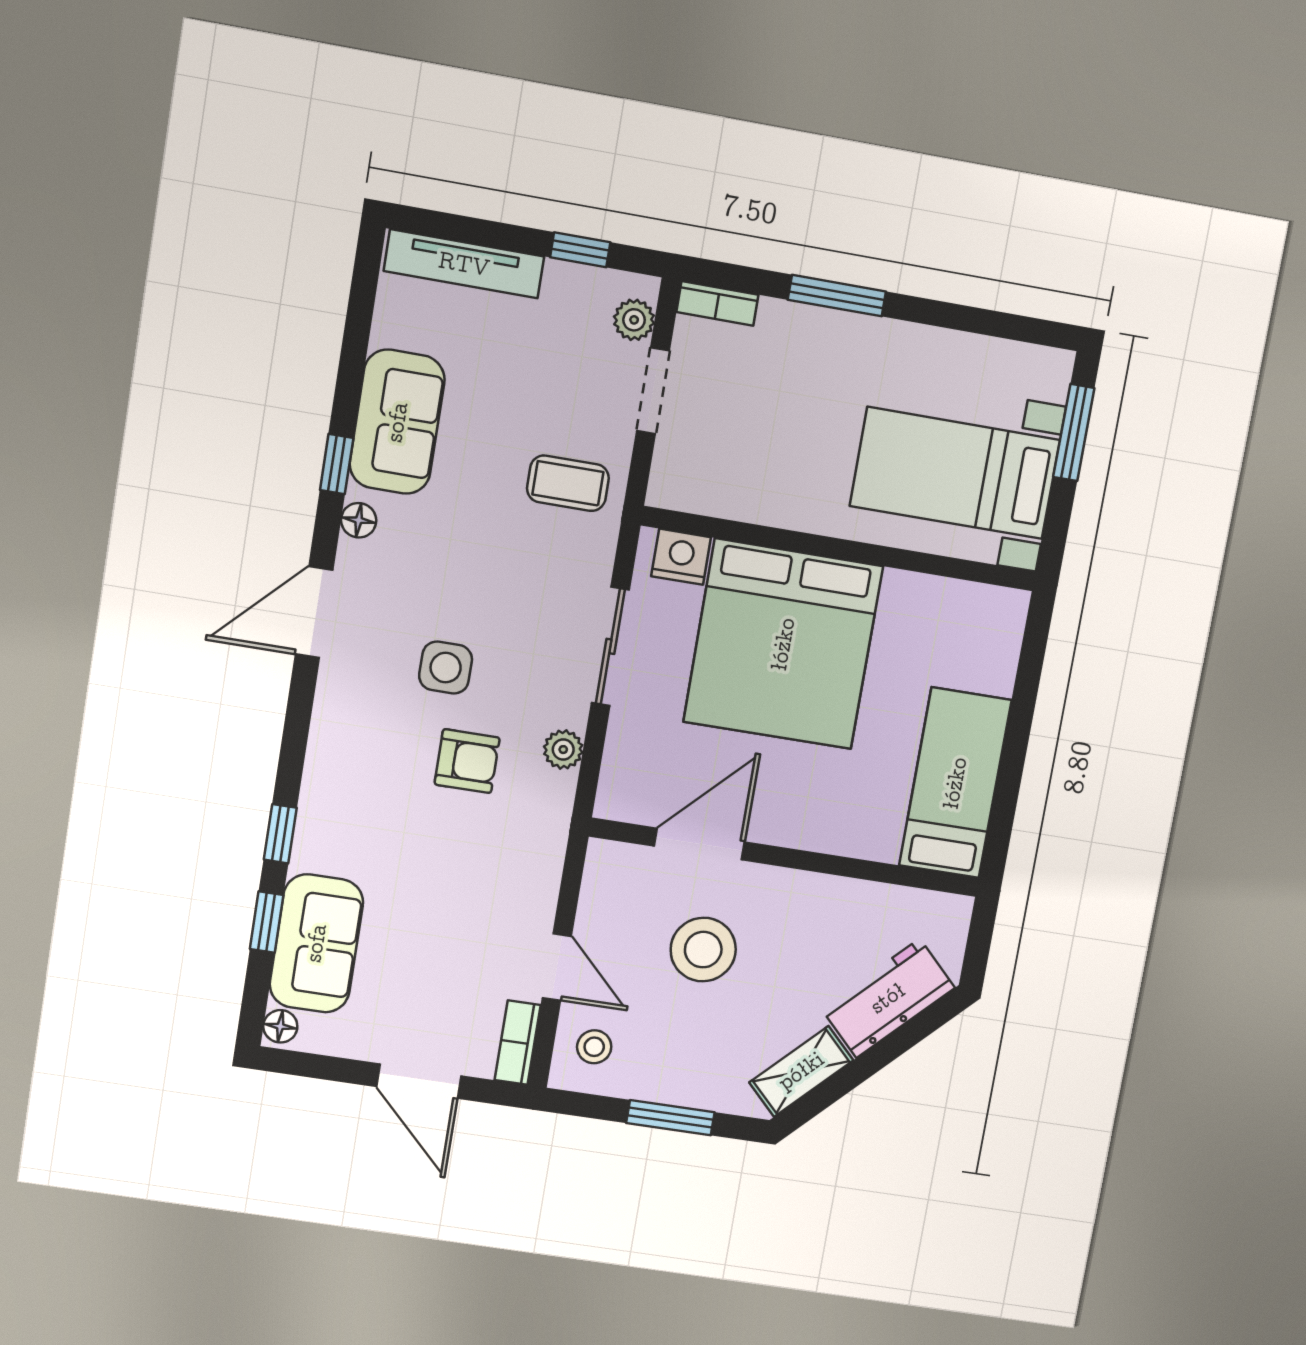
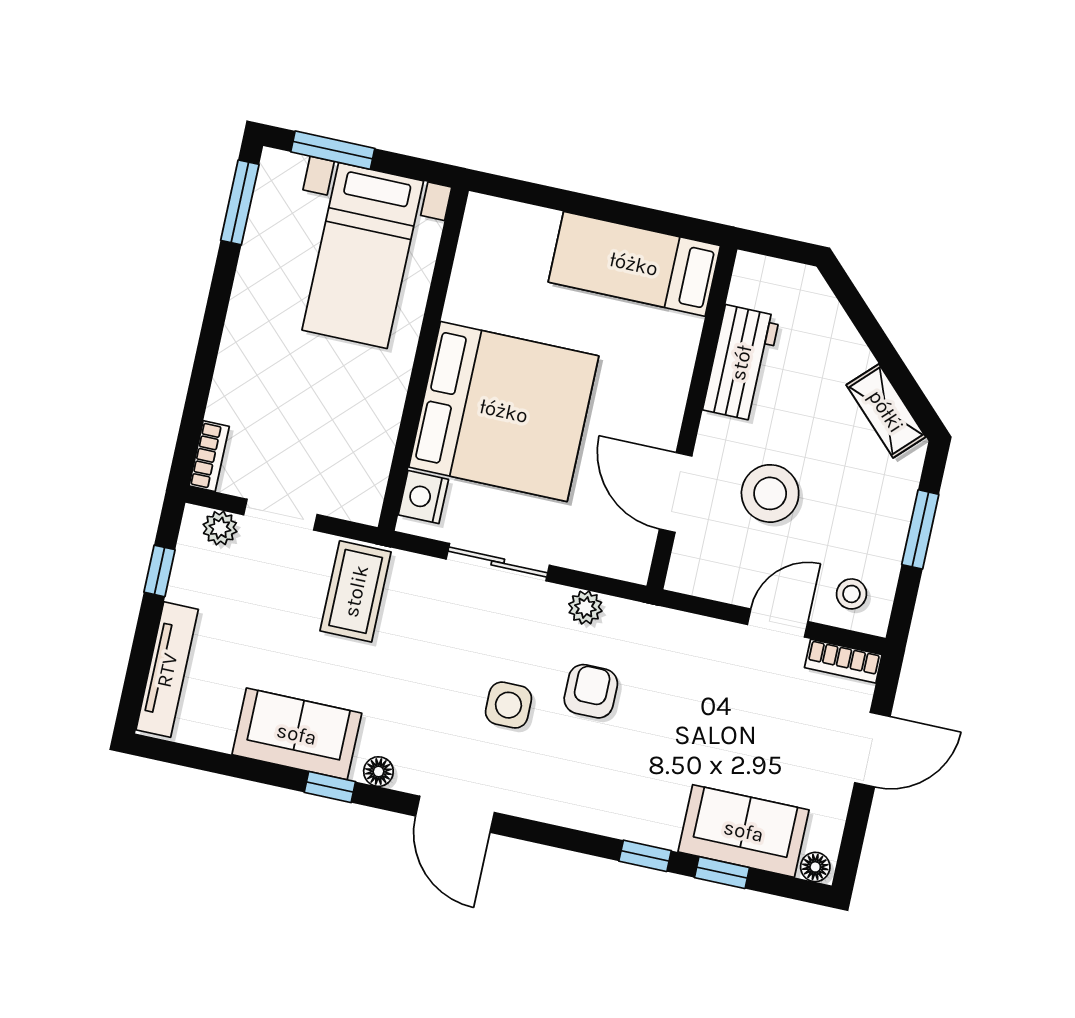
window: (837, 296) -> (240, 202), moved
coffee table: (568, 483) -> (356, 591), width x1.36, depth x1.30
workbench: (888, 998) -> (741, 363), moved, turned -135

